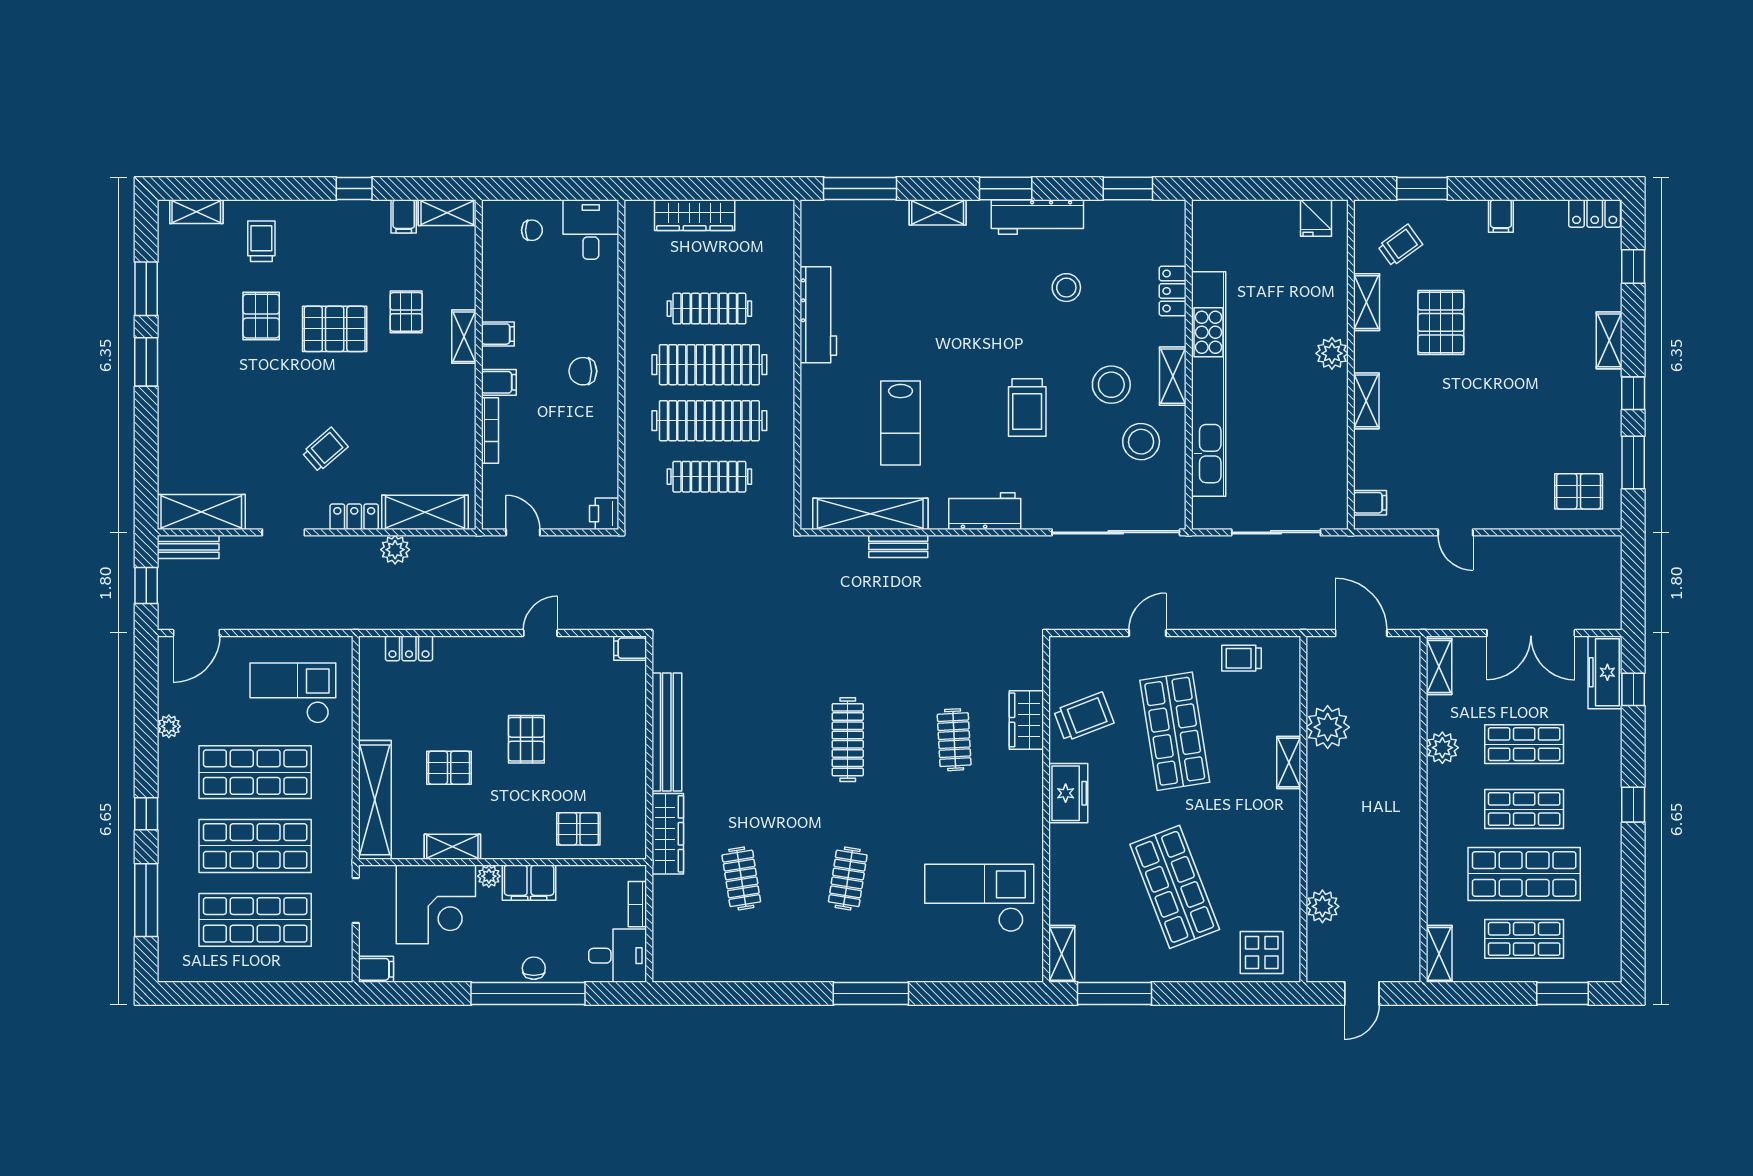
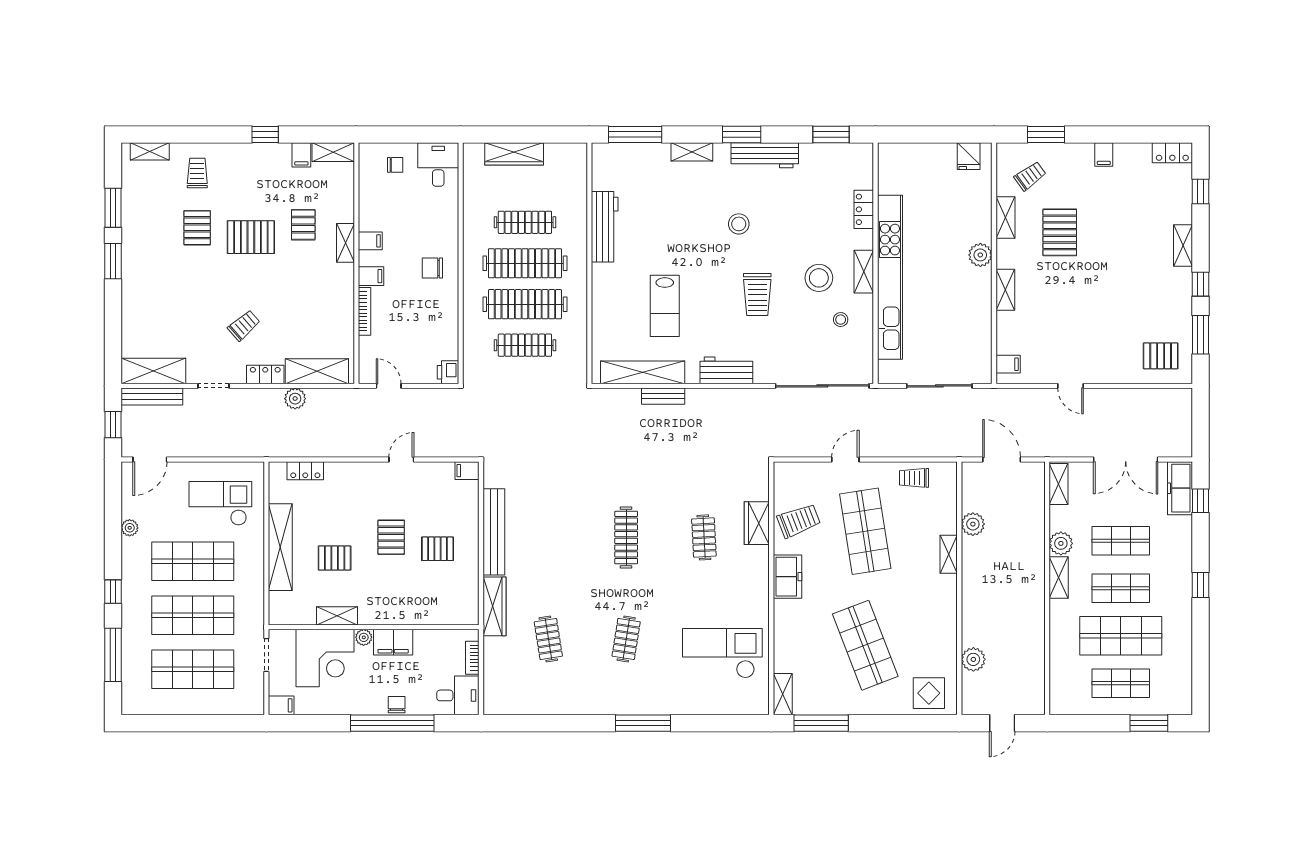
stool: (1066, 288) -> (739, 224), moved
stool: (1141, 442) -> (841, 320), width x0.53, depth x0.53
bench: (188, 547) -> (152, 396), width x1.36
plant: (1328, 727) -> (973, 524), width x0.73, depth x0.73
shelving: (375, 800) -> (280, 547), moved
pallet: (578, 829) -> (438, 549), moved
shelving: (1439, 954) -> (1059, 578), moved

